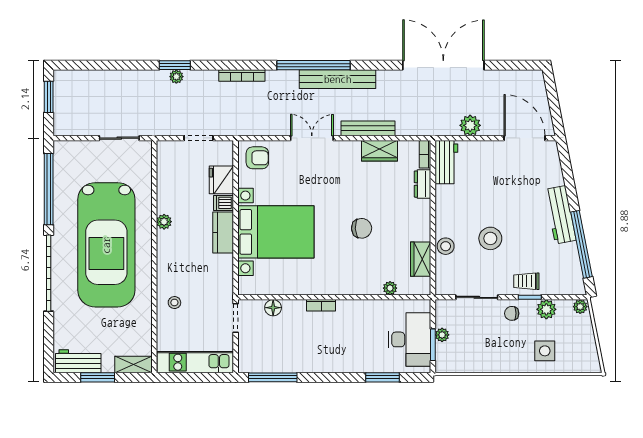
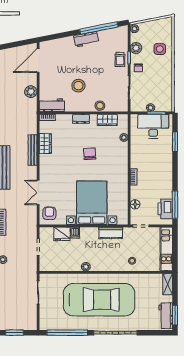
double door: (312, 138) -> (38, 192), moved
dresser: (423, 184) -> (81, 119), moved
workbench: (560, 215) -> (86, 39), width x0.73
kitchen counter: (223, 233) -> (111, 233), moved
stool: (490, 238) -> (78, 86), moved
printer: (265, 360) -> (165, 209), added
window: (98, 377) -> (175, 315), moved

